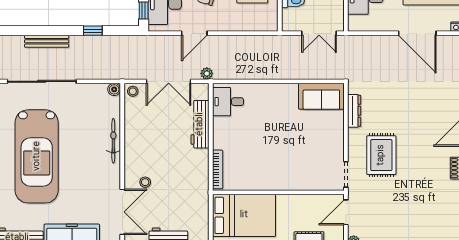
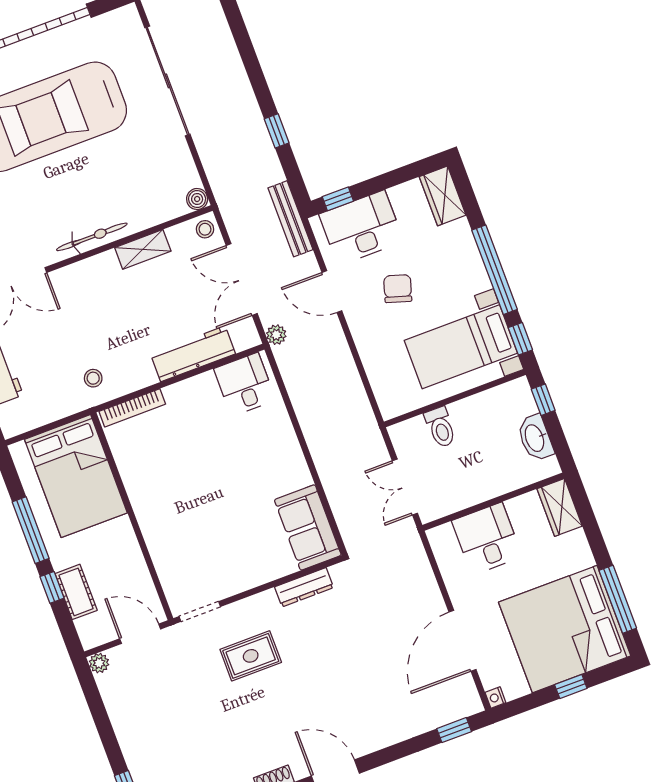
bench: (47, 41) -> (290, 219), moved
shelving: (131, 130) -> (143, 249), added
bicycle: (113, 141) -> (92, 237), moved
rug: (381, 155) -> (251, 656), width x0.73, depth x0.70
stool: (145, 182) -> (93, 378), moved

